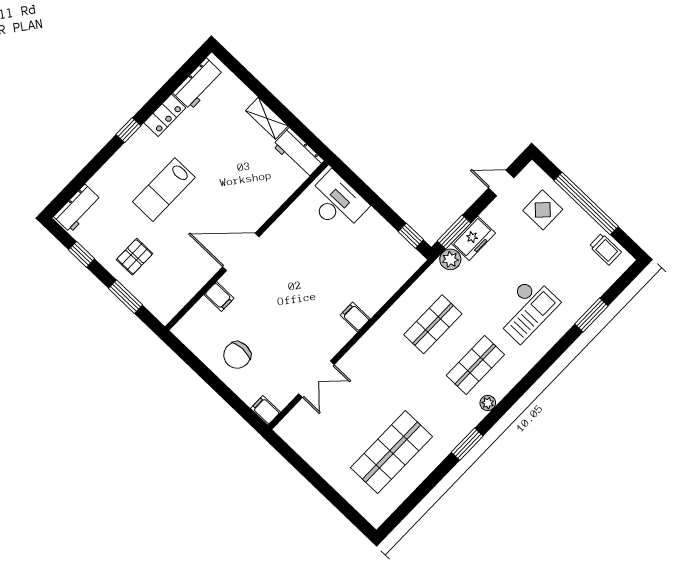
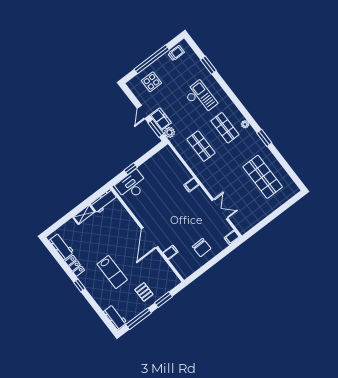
door: (501, 183) -> (143, 112), moved
window: (411, 236) -> (131, 169), moved
window: (81, 254) -> (139, 319), width x2.17

